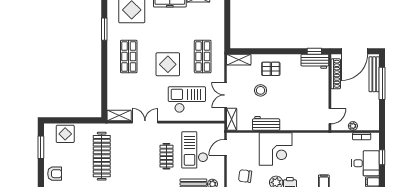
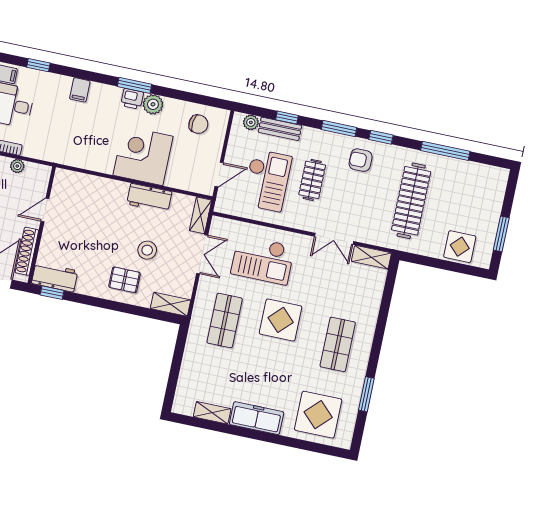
door: (330, 116) -> (45, 210), moved
armchair: (55, 174) -> (361, 160), moved

